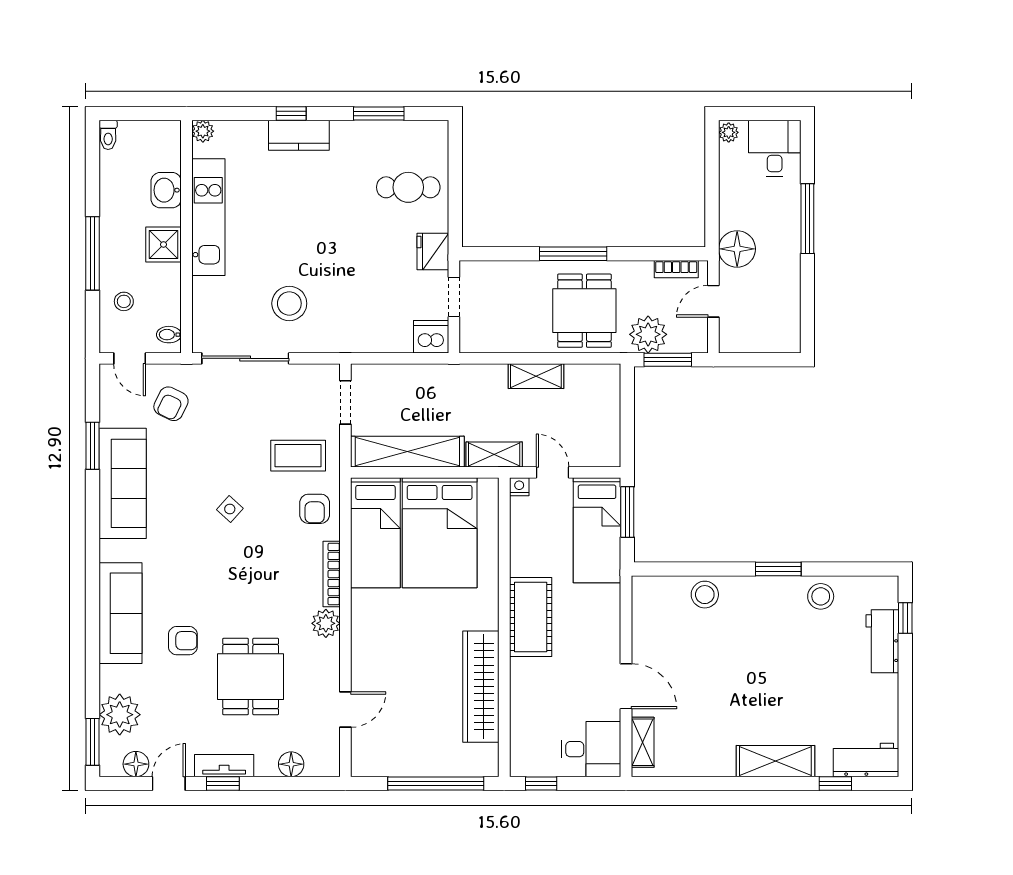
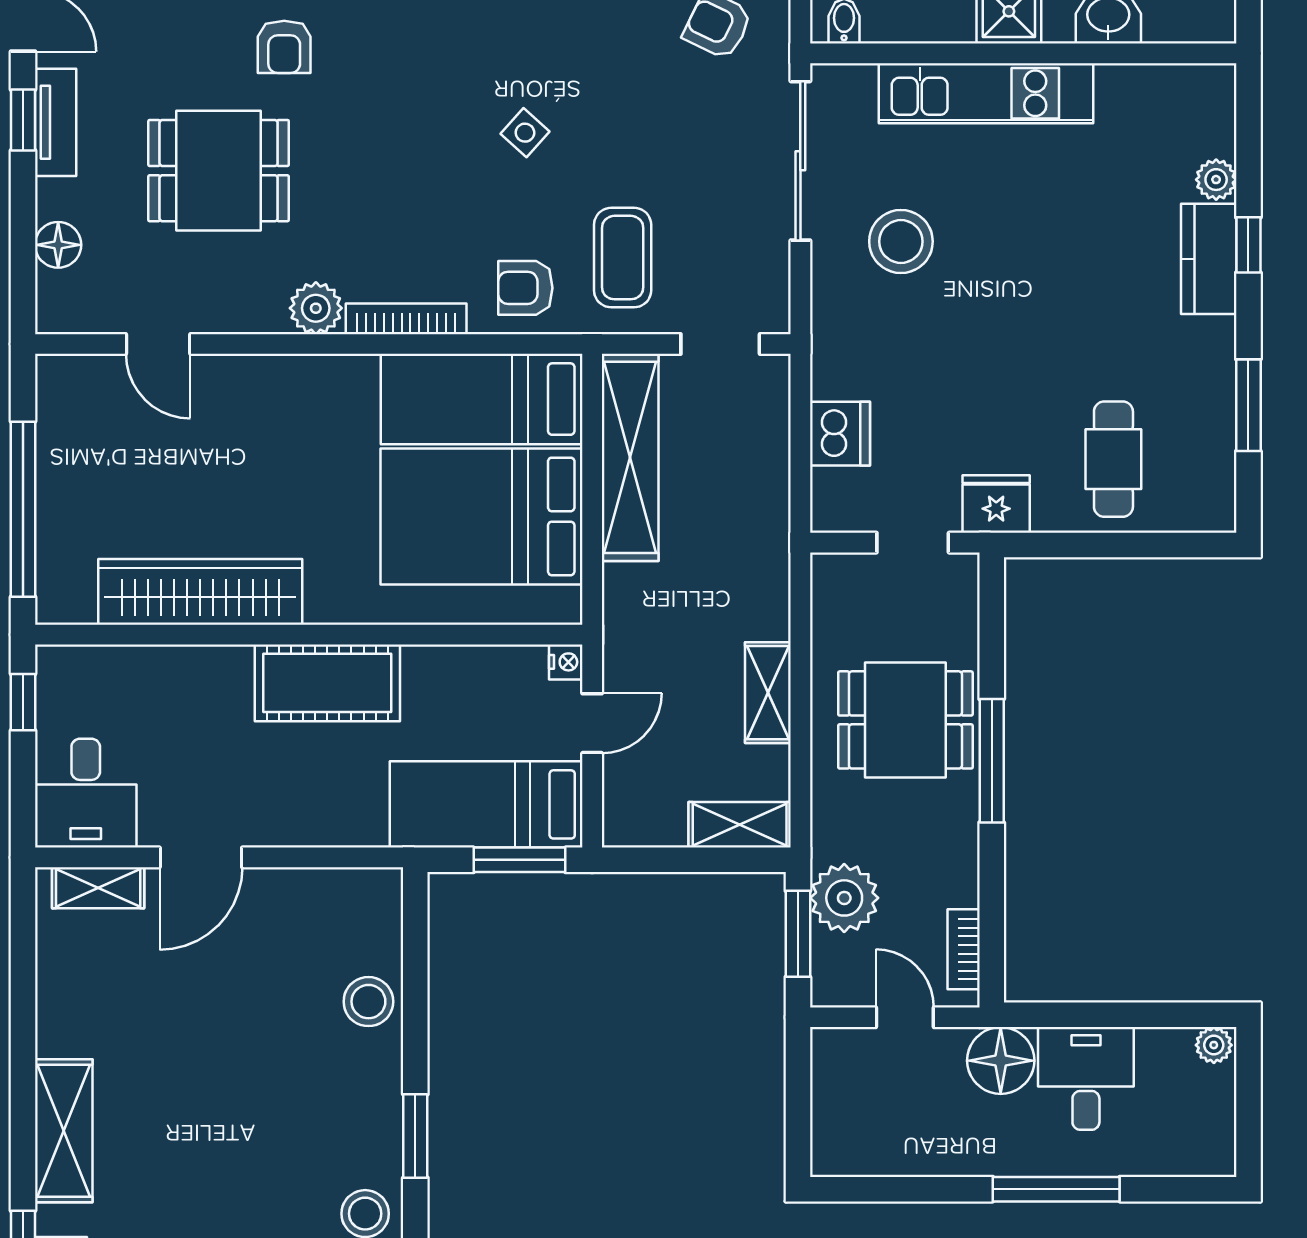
plant: (203, 131) -> (1216, 180), moved
desk: (775, 148) -> (1086, 1078), moved, turned -90
kitchen unit: (208, 217) -> (986, 93), moved
dining table: (584, 311) -> (905, 720), moved
dishwasher: (431, 337) -> (840, 434), moved
shelving: (494, 454) -> (740, 825), moved, turned 90

